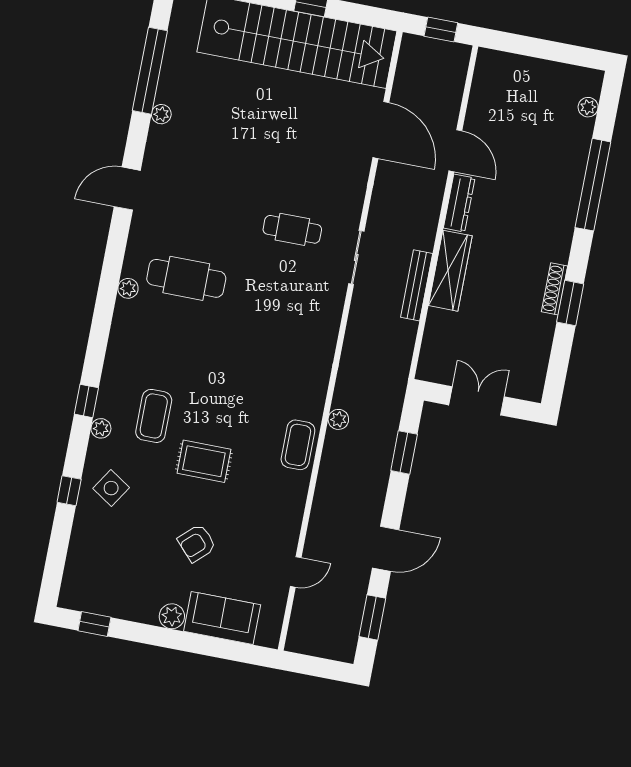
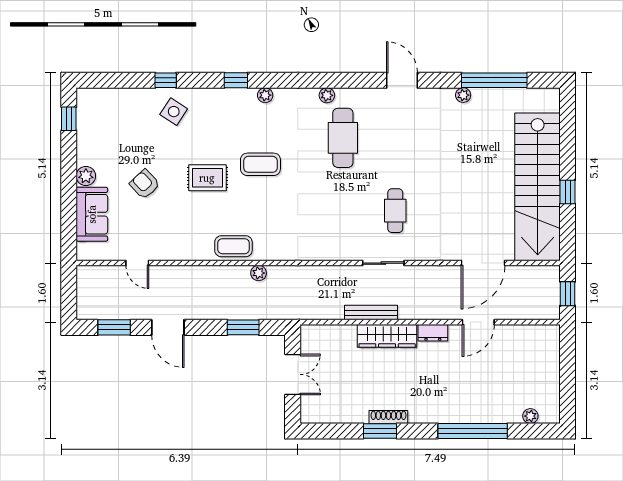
dresser: (459, 203) -> (433, 333), width x0.70
coffee table: (154, 416) -> (260, 164), moved
plant: (101, 428) -> (265, 95), moved
rug: (204, 461) -> (207, 178), turned 90

